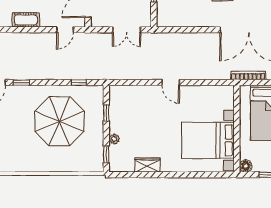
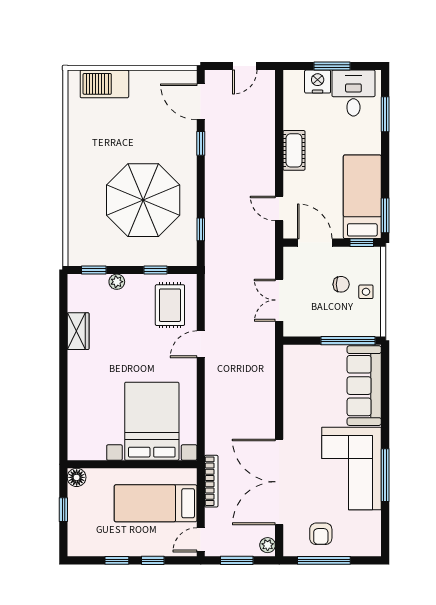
door: (171, 83) -> (201, 344), moved
rug: (130, 103) -> (170, 305), added
bed with nightstands: (208, 140) -> (152, 421), moved

